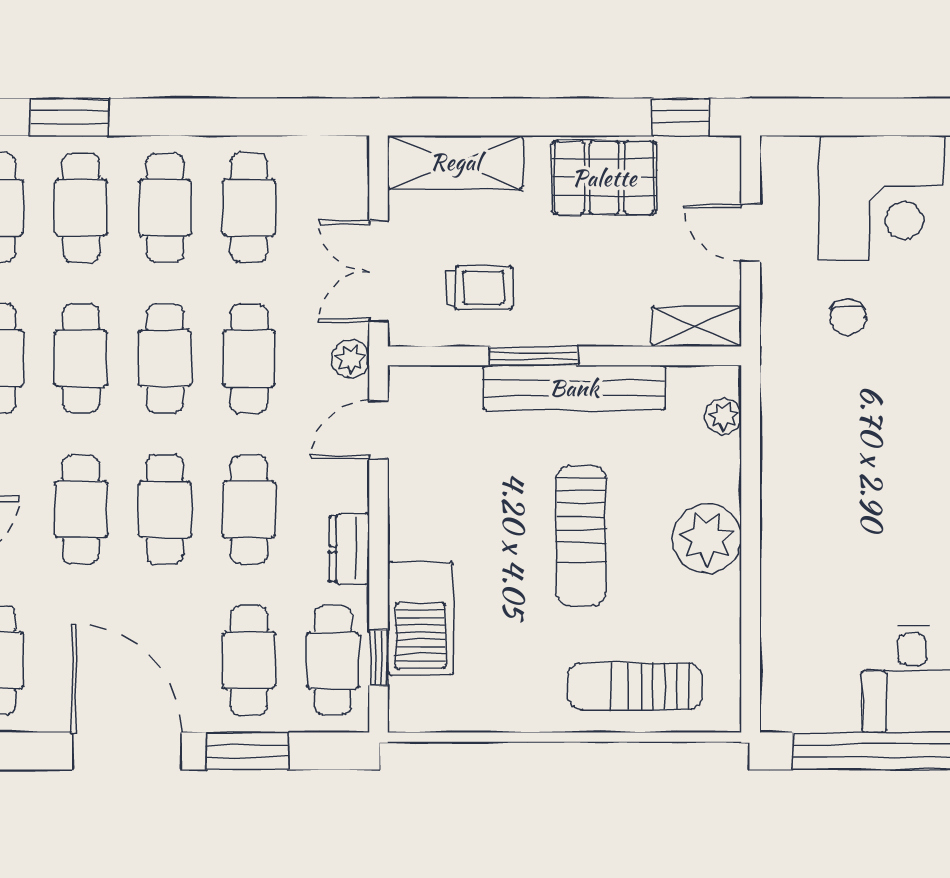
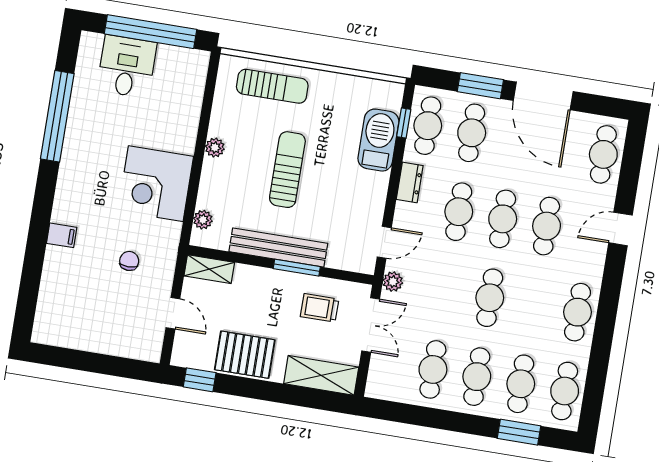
corner desk: (882, 198) -> (156, 184), moved, turned -90
cafe table: (81, 359) -> (534, 305), removed
cafe table: (249, 359) -> (446, 291), removed
plant: (707, 538) -> (215, 148), width x0.53, depth x0.53

